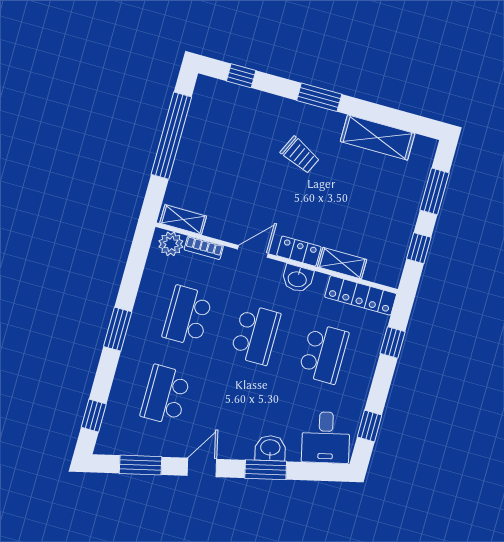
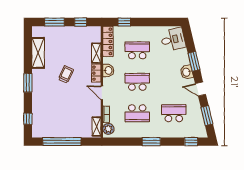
trolley: (300, 155) -> (66, 74), moved
school desk: (165, 395) -> (174, 113), turned 180
window: (369, 426) -> (163, 22), removed
washbasin: (270, 448) -> (187, 72), moved

